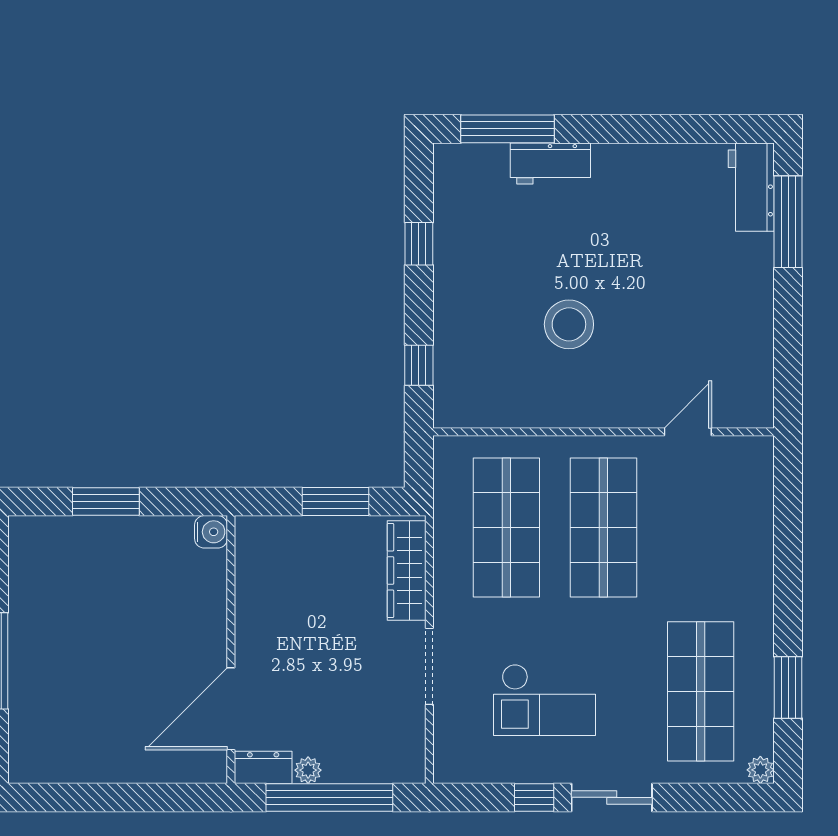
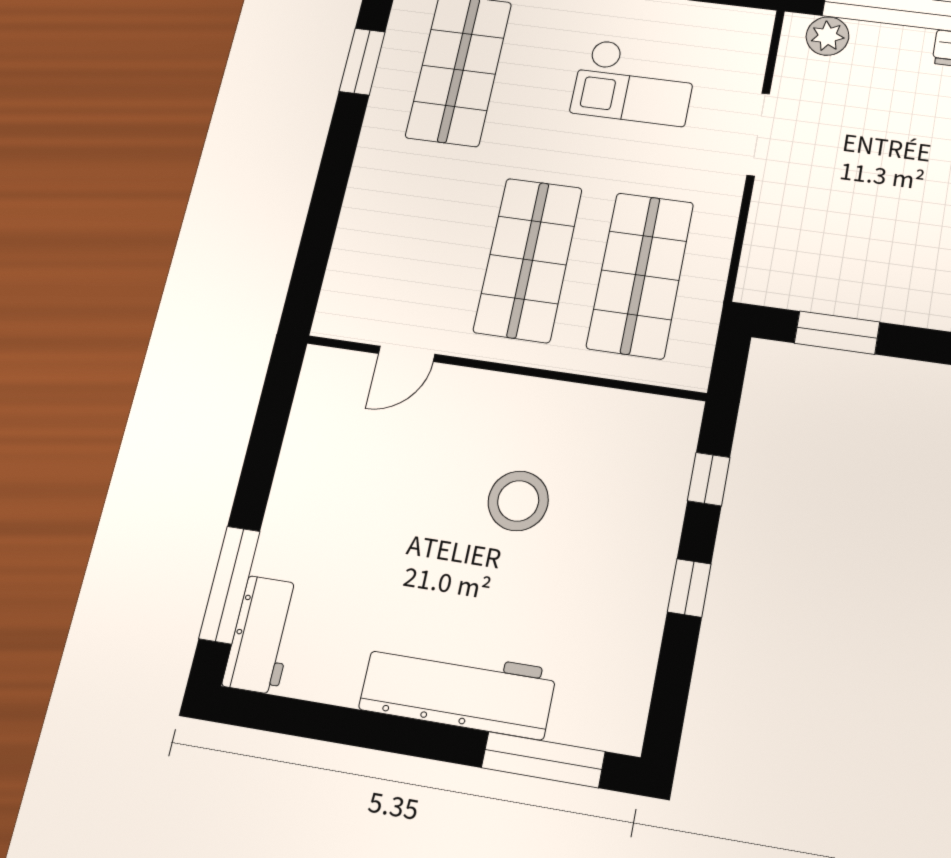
workbench: (550, 163) -> (458, 690), width x1.88, depth x1.32
window: (419, 244) -> (689, 588), moved
wardrobe: (407, 571) -> (766, 243), removed
checkout: (544, 700) -> (634, 82), turned 180
plant: (308, 770) -> (827, 36), moved, width x1.38, depth x1.38

